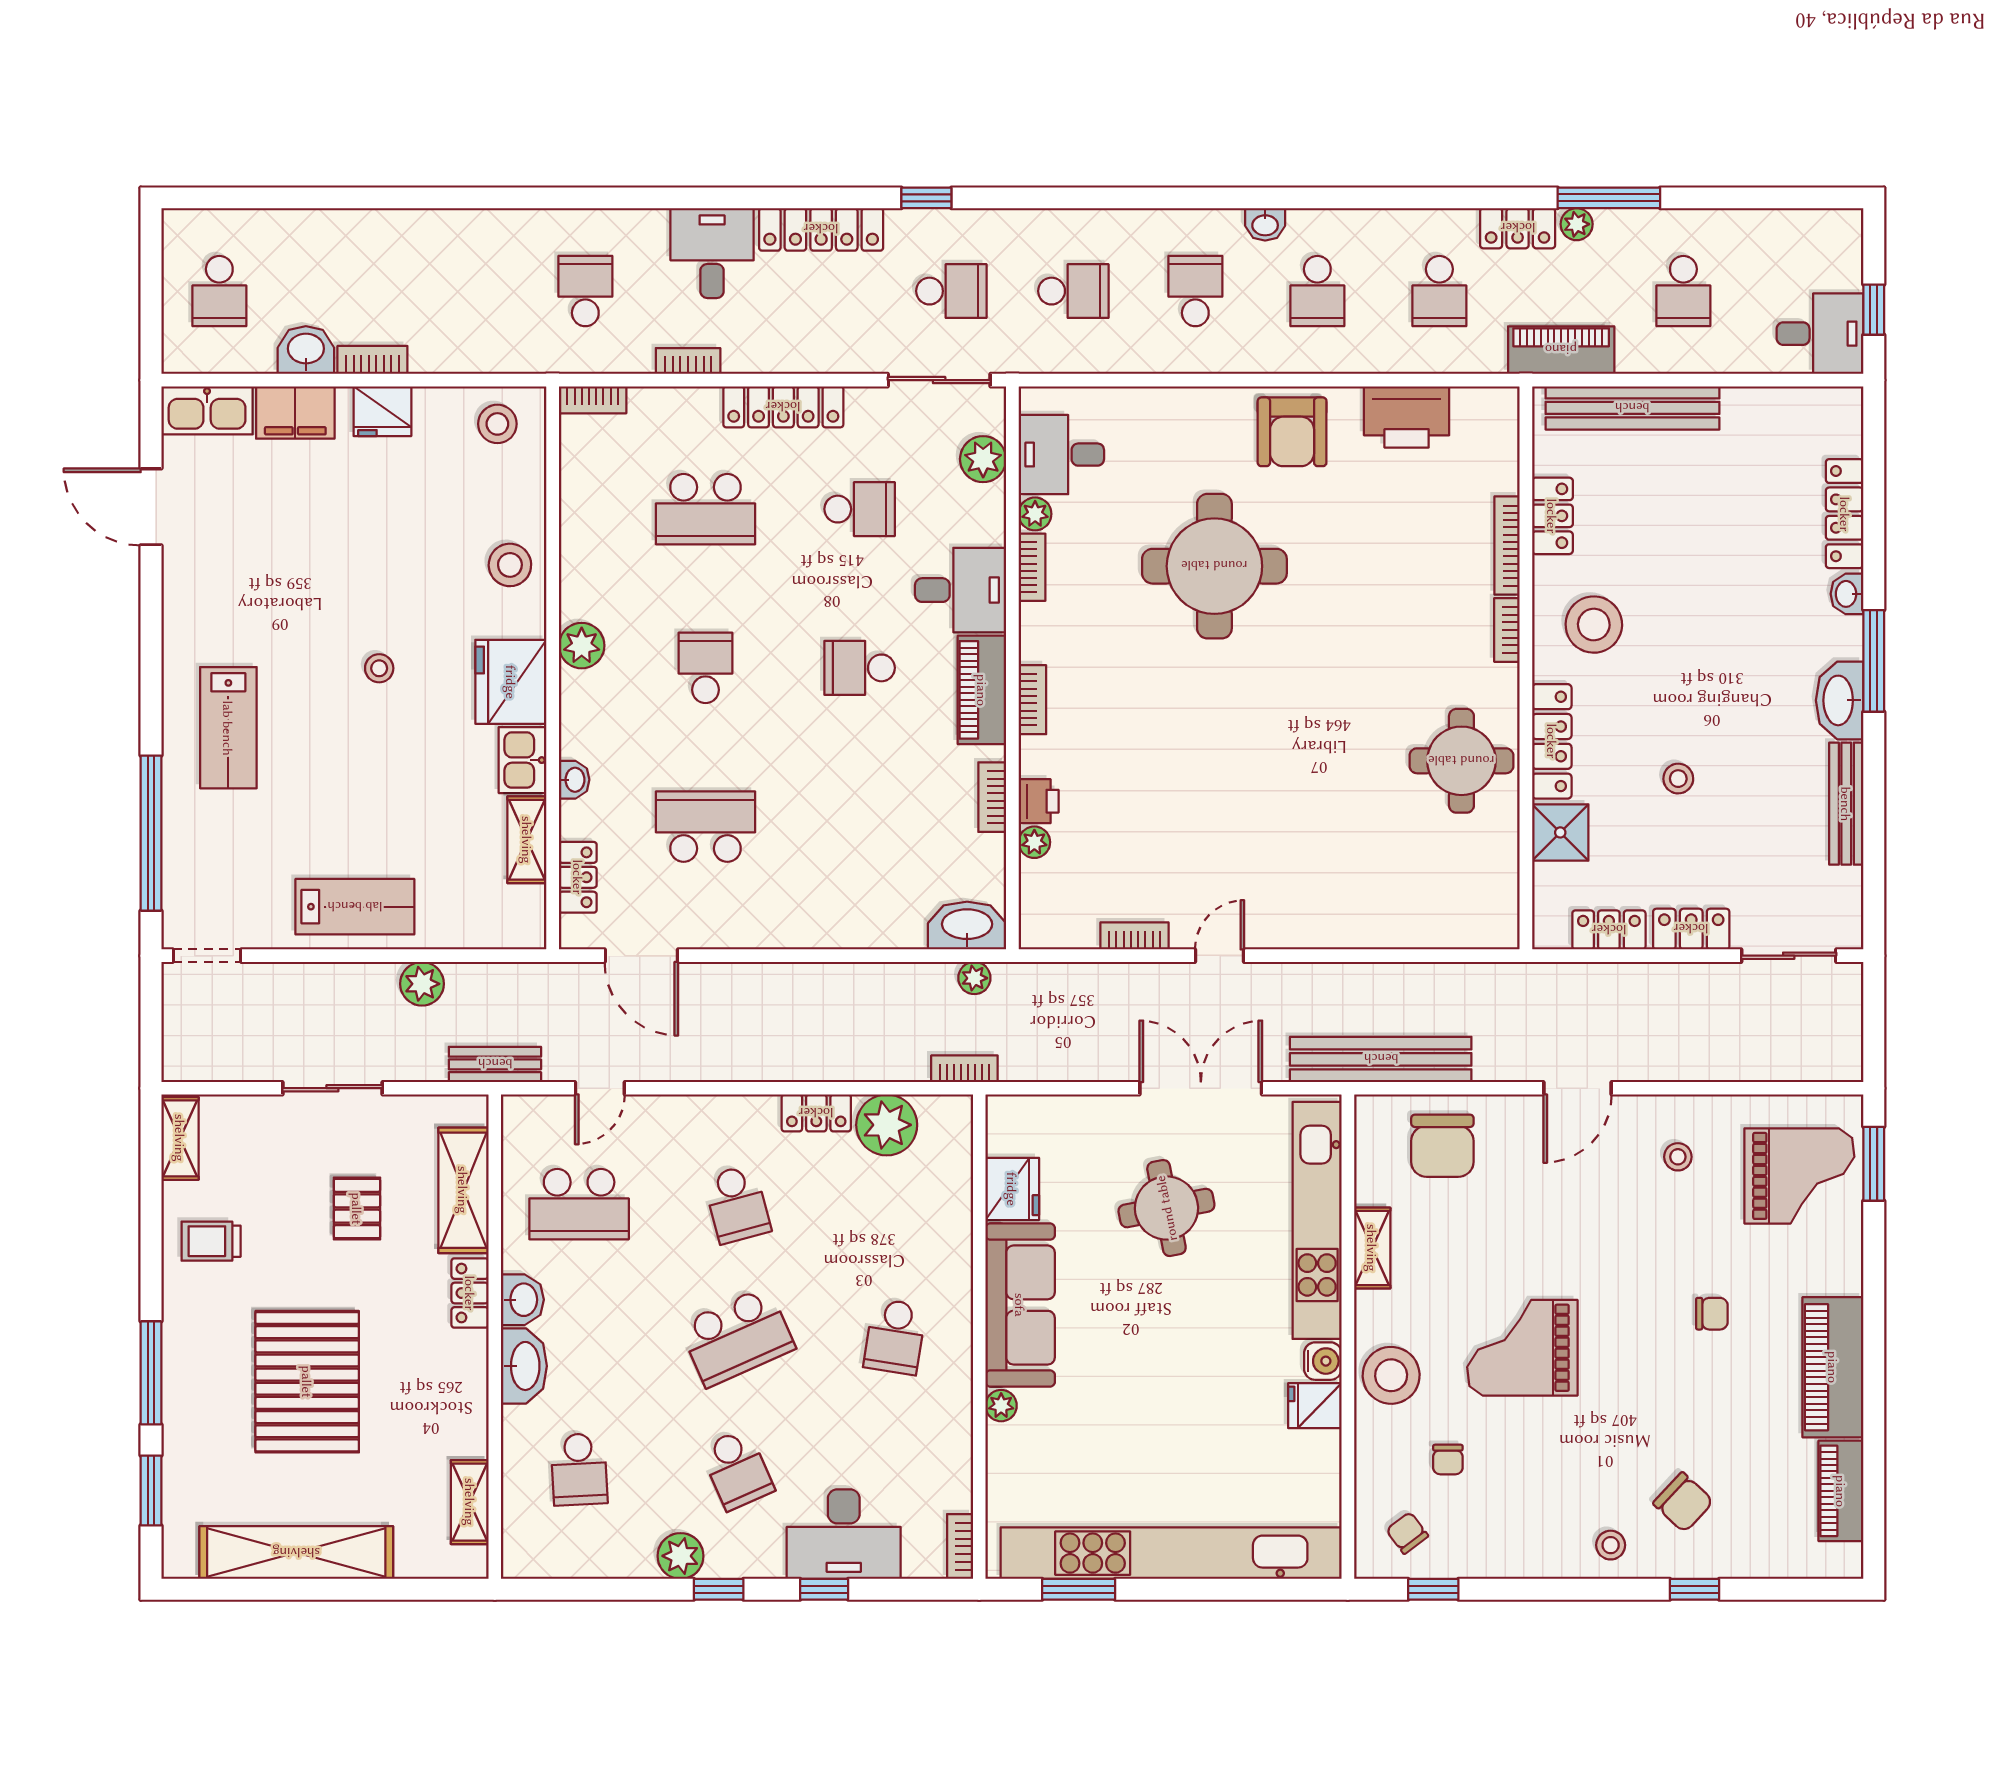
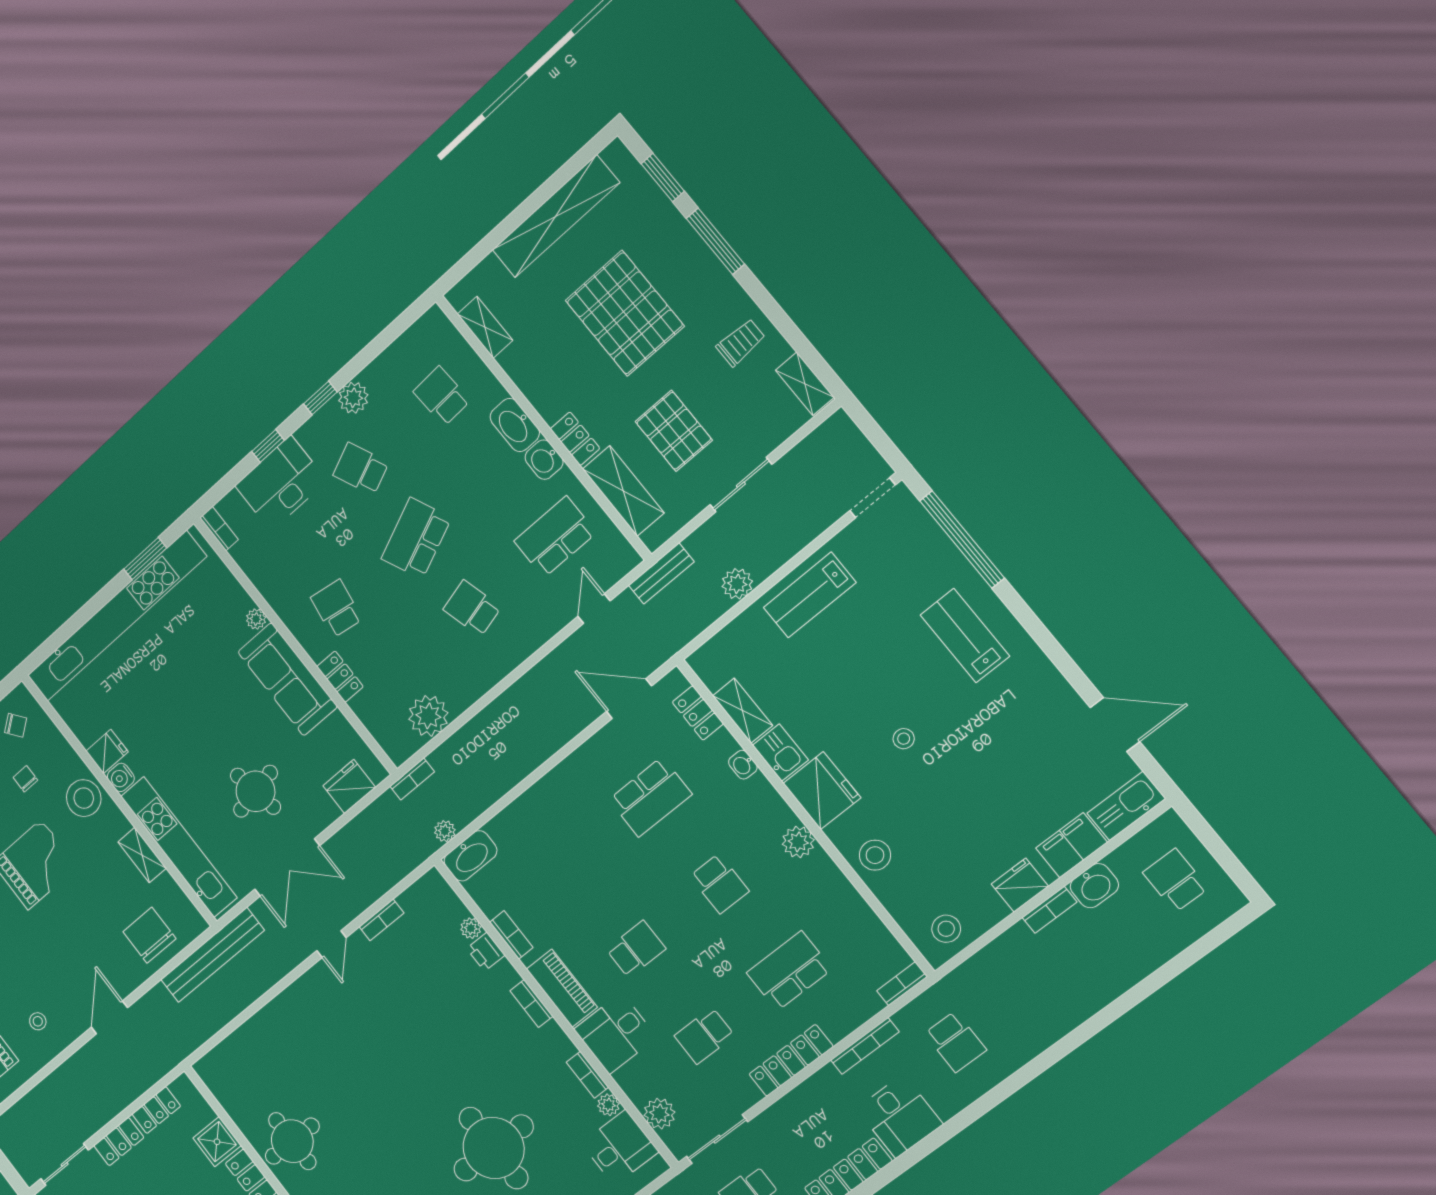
bookcase: (688, 361) -> (865, 1046), width x1.56
locker: (816, 1113) -> (340, 677), moved, turned 90
fridge: (1012, 1189) -> (349, 786), moved, turned 90
pallet: (357, 1209) -> (674, 431), width x1.50, depth x1.42

